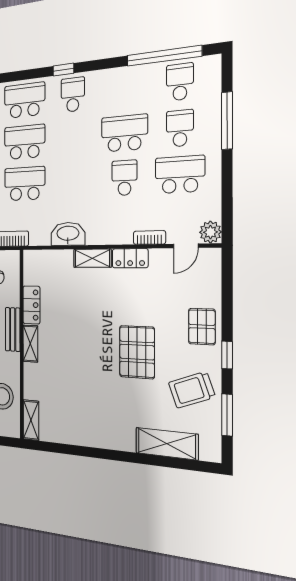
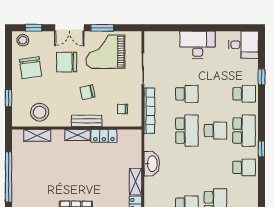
window: (63, 70) -> (261, 149), moved
school desk: (25, 142) -> (215, 131), width x0.54
shelving: (31, 420) -> (37, 135), moved
window: (86, 452) -> (8, 177), added

